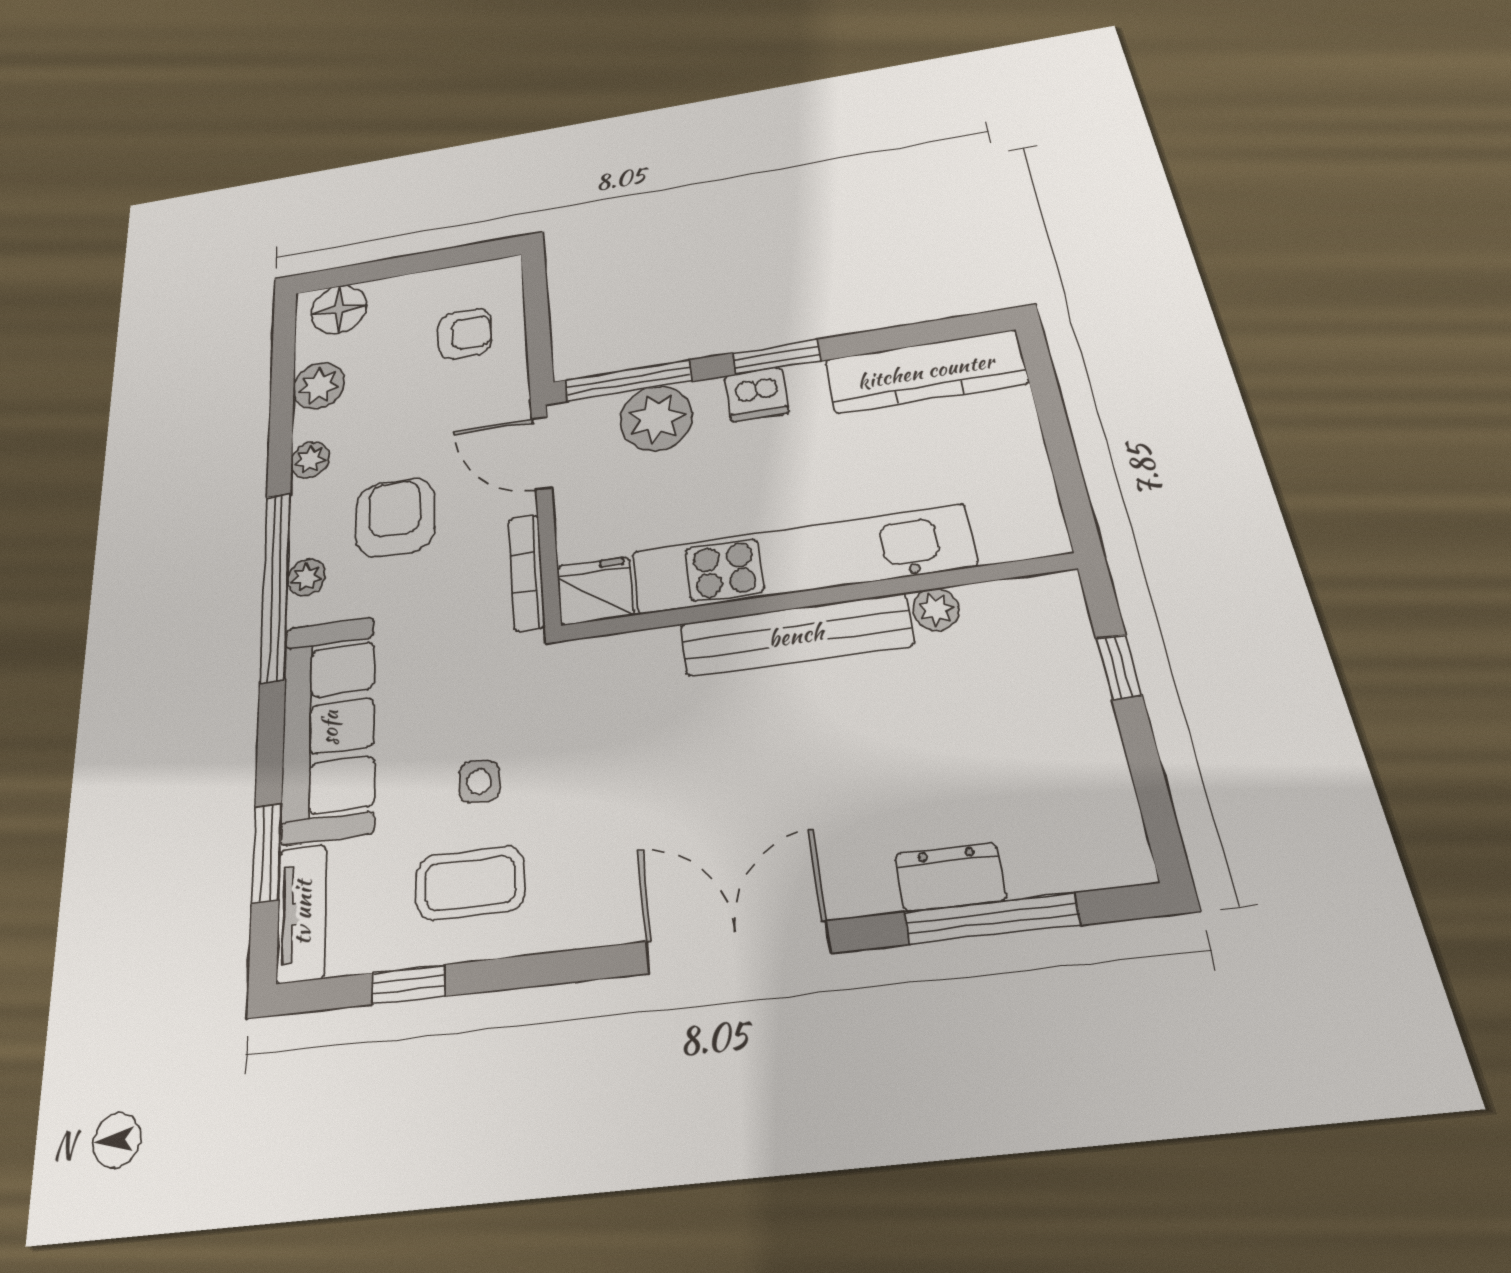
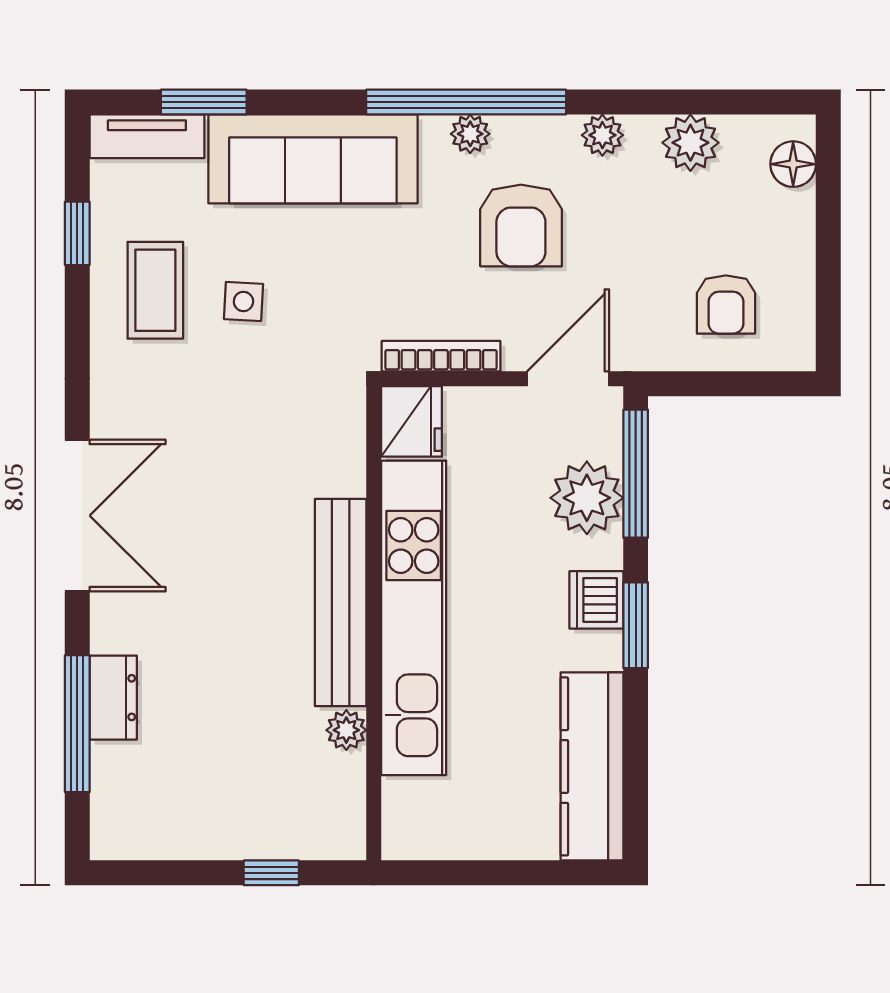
floor lamp: (339, 310) -> (793, 164), width x0.73, depth x0.73
armchair: (395, 518) -> (521, 225), turned 90

